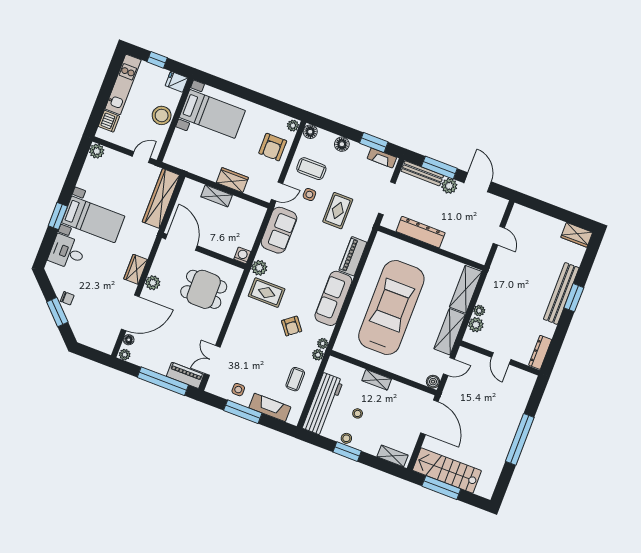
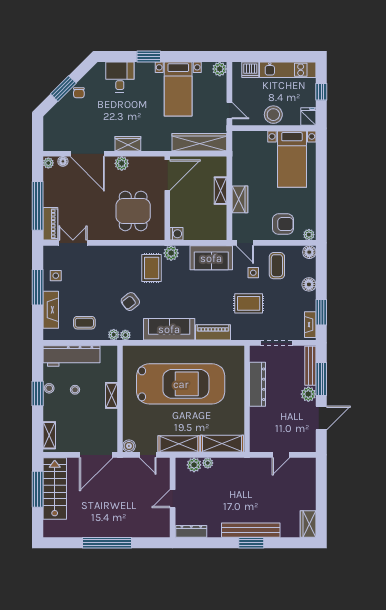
armchair: (273, 147) -> (283, 224), turned 180
bed with nightstands: (93, 219) -> (178, 89), moved

